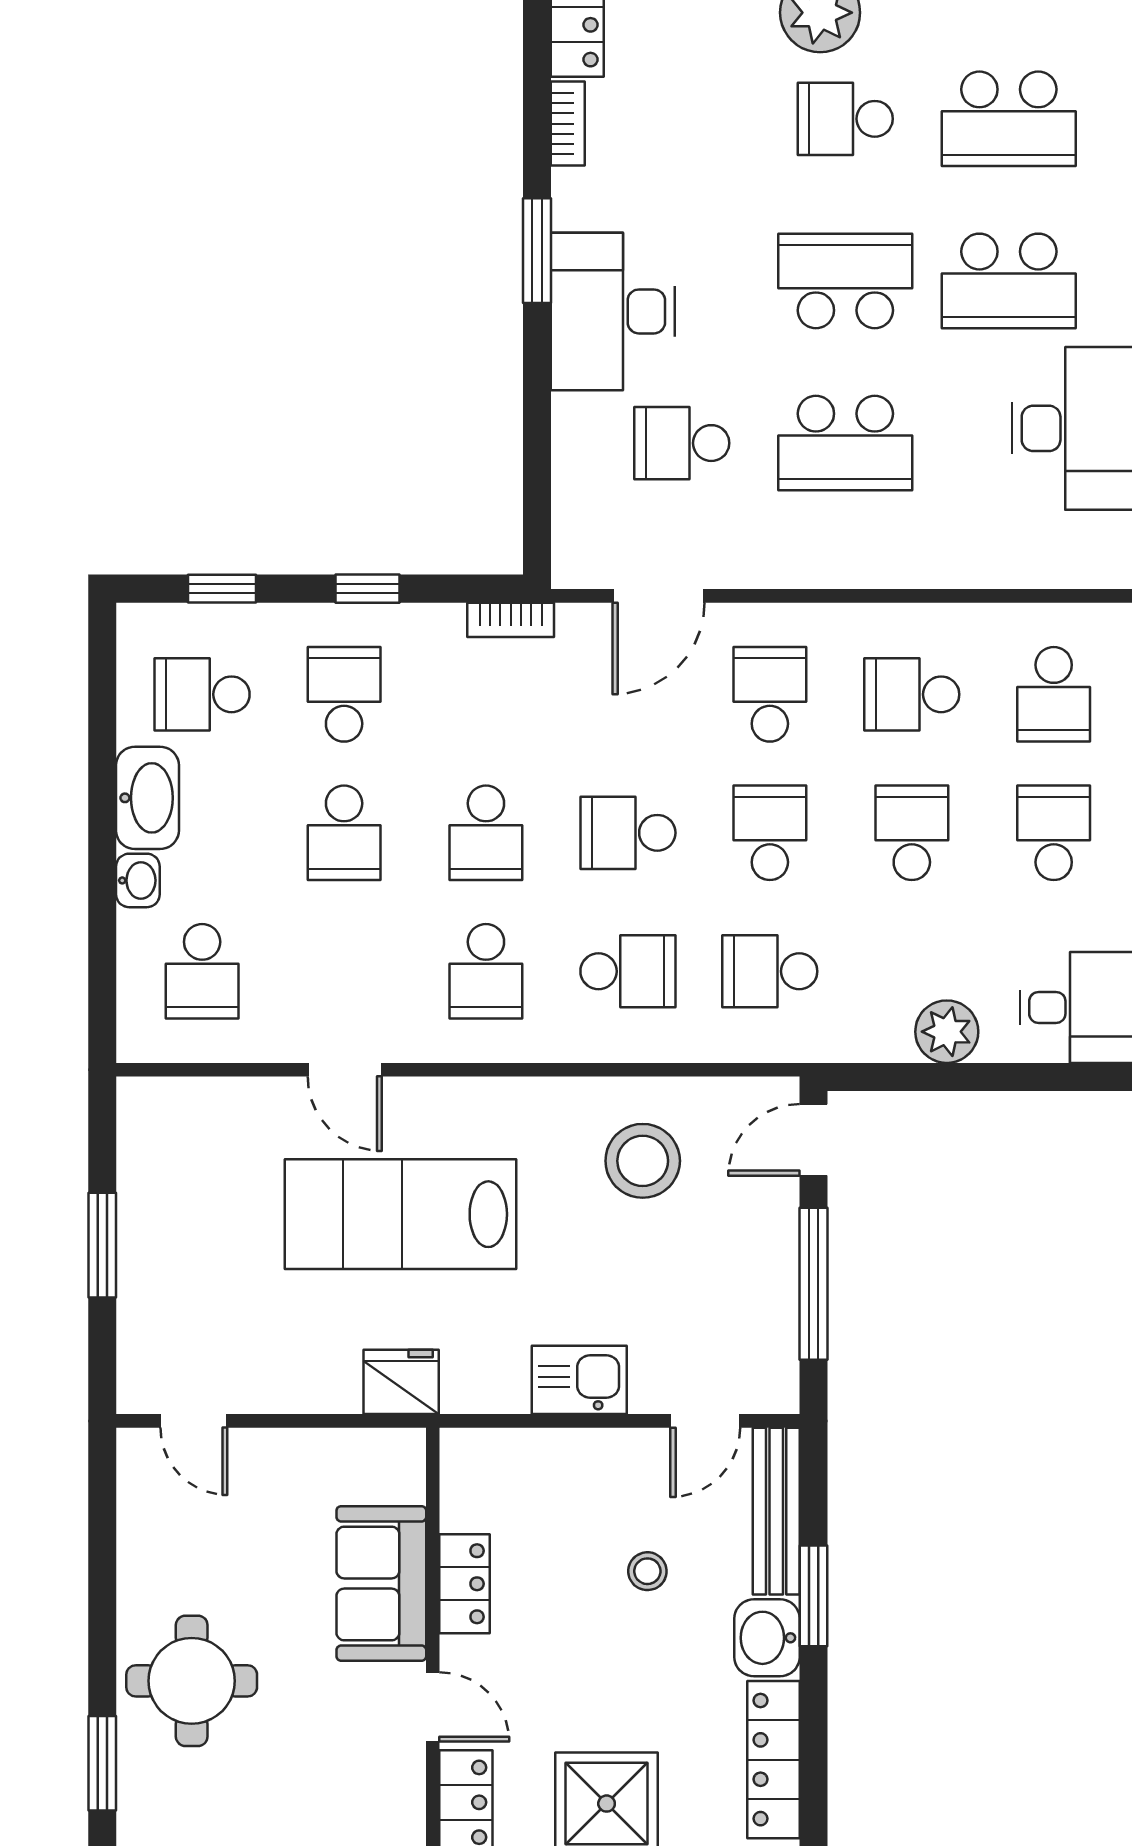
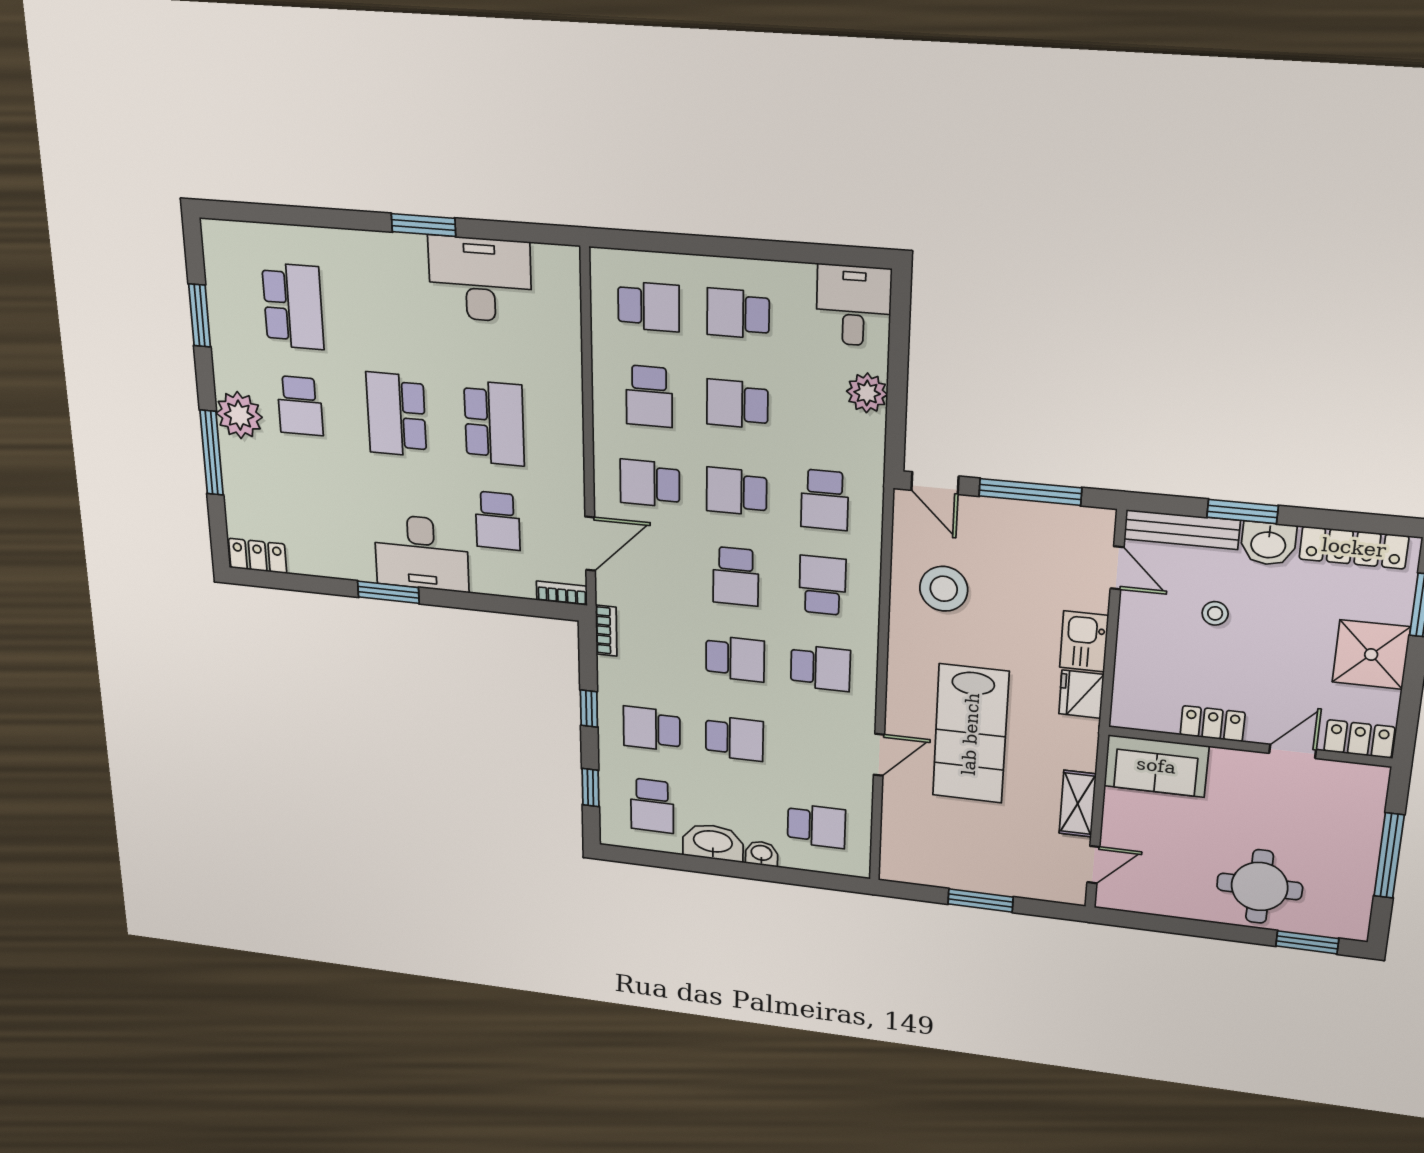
bookcase: (568, 124) -> (562, 593), moved
school desk: (1009, 281) -> (391, 314), removed
door: (658, 596) -> (590, 544), hinge flipped
fridge: (401, 1382) -> (1081, 694), moved
shelving: (300, 1389) -> (1078, 804), added
sofa: (381, 1583) -> (1156, 766), moved

